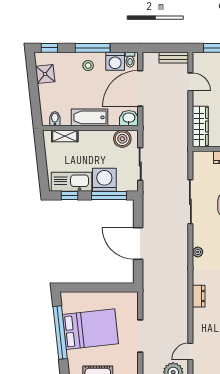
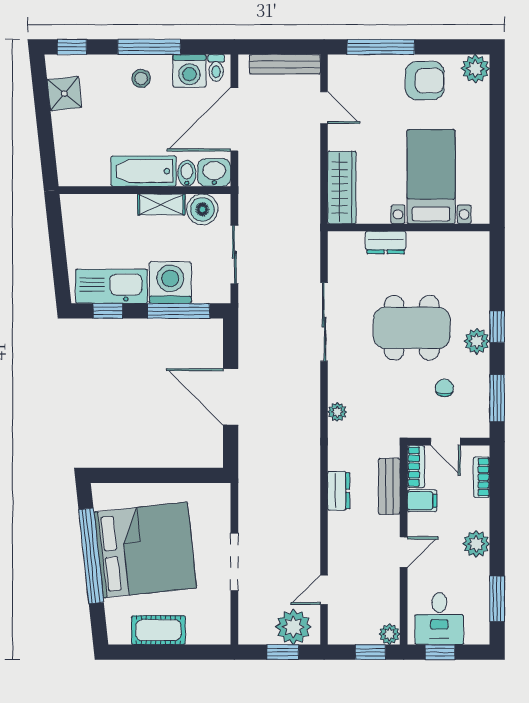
bench: (174, 58) -> (285, 64), width x1.36
bidet: (55, 119) -> (187, 173), moved
shelving: (65, 136) -> (161, 204), moved
bed: (90, 329) -> (145, 550), width x1.36

